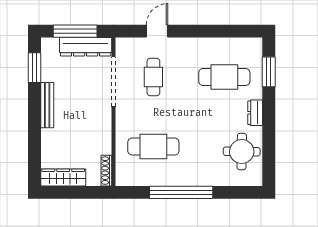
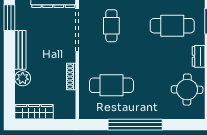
plant: (50, 138) -> (23, 78), added
shoe rack: (106, 171) -> (71, 76), moved

